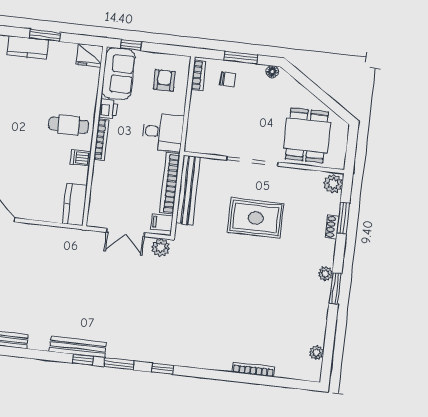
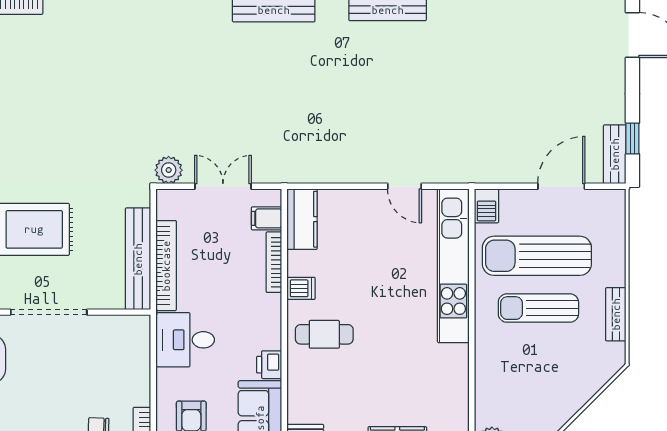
bookcase: (101, 140) -> (274, 262), moved
filing cabinet: (162, 222) -> (267, 218), moved, turned 180

